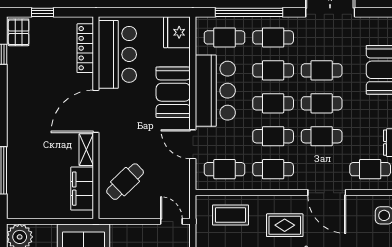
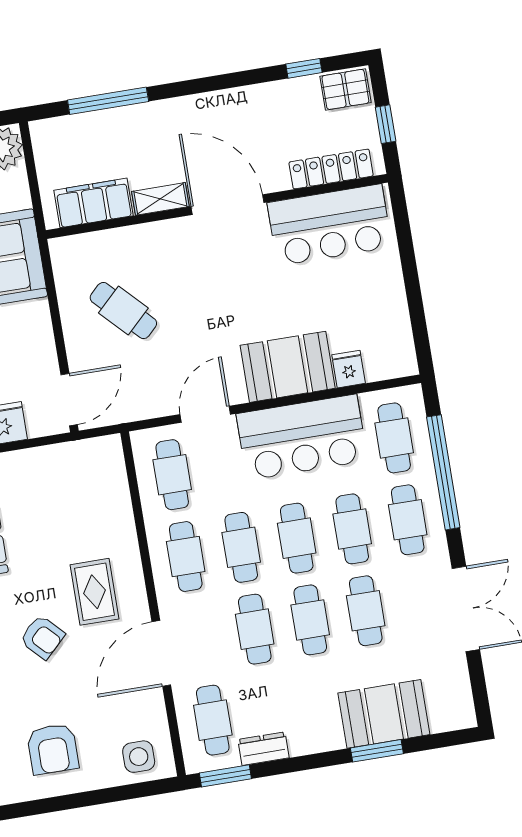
fridge: (177, 32) -> (349, 369), moved, width x0.53, depth x0.75
locker: (85, 48) -> (331, 169), moved
bar counter: (117, 54) -> (330, 225), moved
door: (96, 111) -> (227, 205), moved
wall: (96, 118) -> (217, 206), moved
shelving: (86, 150) -> (160, 199), moved
filing cabinet: (82, 189) -> (94, 203), moved
coffee table: (230, 215) -> (97, 498), removed
door: (171, 221) -> (69, 400), width x1.38

